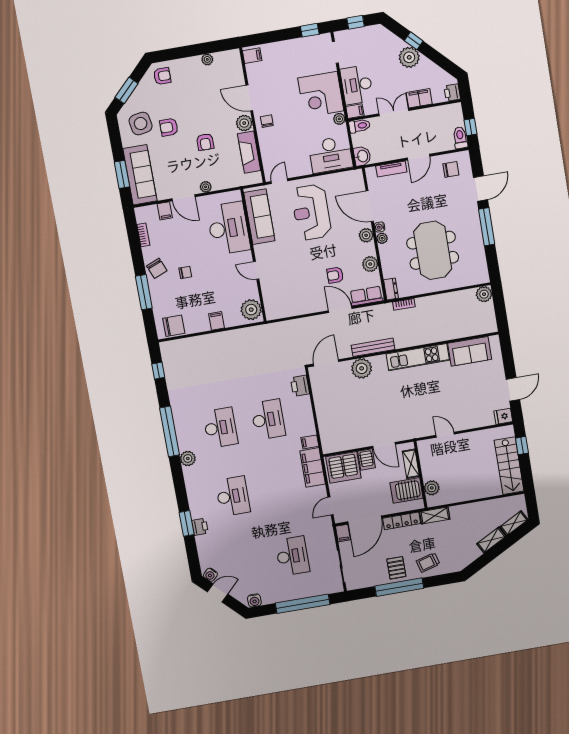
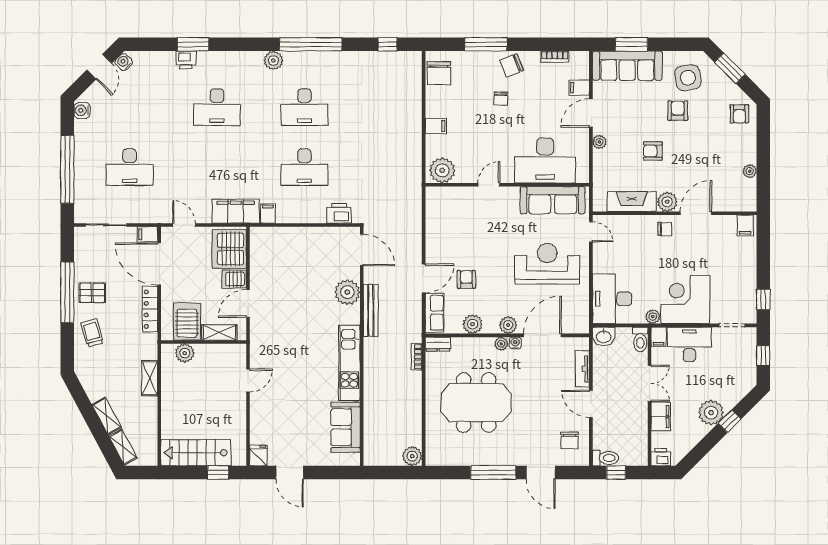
shelving: (435, 516) -> (150, 378), moved

